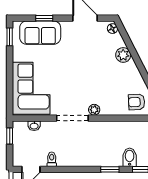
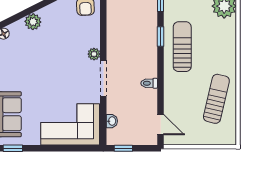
bidet: (130, 157) -> (147, 15), removed
toilet: (52, 159) -> (149, 83), moved

